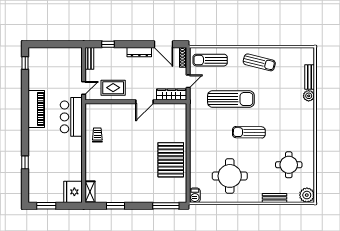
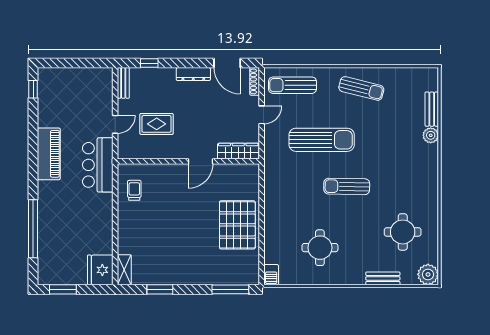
wardrobe: (171, 94) -> (238, 151), moved
wall: (136, 102) -> (188, 161), moved
door: (145, 102) -> (201, 161), moved
window: (25, 162) -> (33, 229), width x3.17
round table: (230, 176) -> (320, 248), width x0.73, depth x0.73

